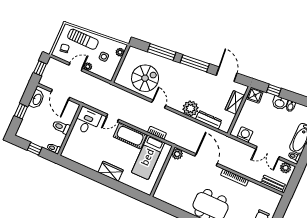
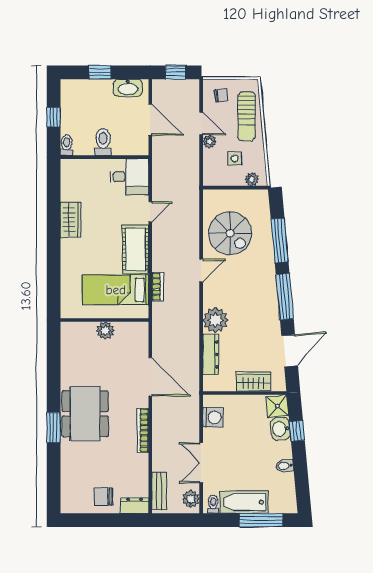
door: (60, 95) -> (150, 120), swing flipped
washbasin: (280, 103) -> (280, 429), moved
door: (113, 118) -> (150, 212), swing flipped
plant: (177, 154) -> (105, 331), moved
door: (206, 160) -> (150, 377), hinge flipped
wardrobe: (111, 171) -> (71, 220), moved
dresser: (275, 201) -> (135, 506), added

